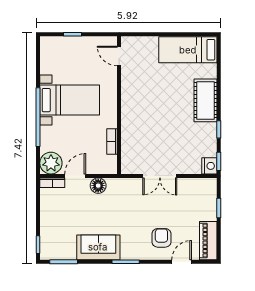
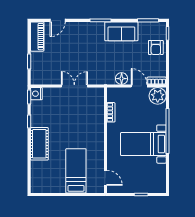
bed: (188, 50) -> (76, 171), moved, turned -90
door: (75, 176) -> (139, 86), swing flipped
armchair: (161, 238) -> (156, 48), moved

